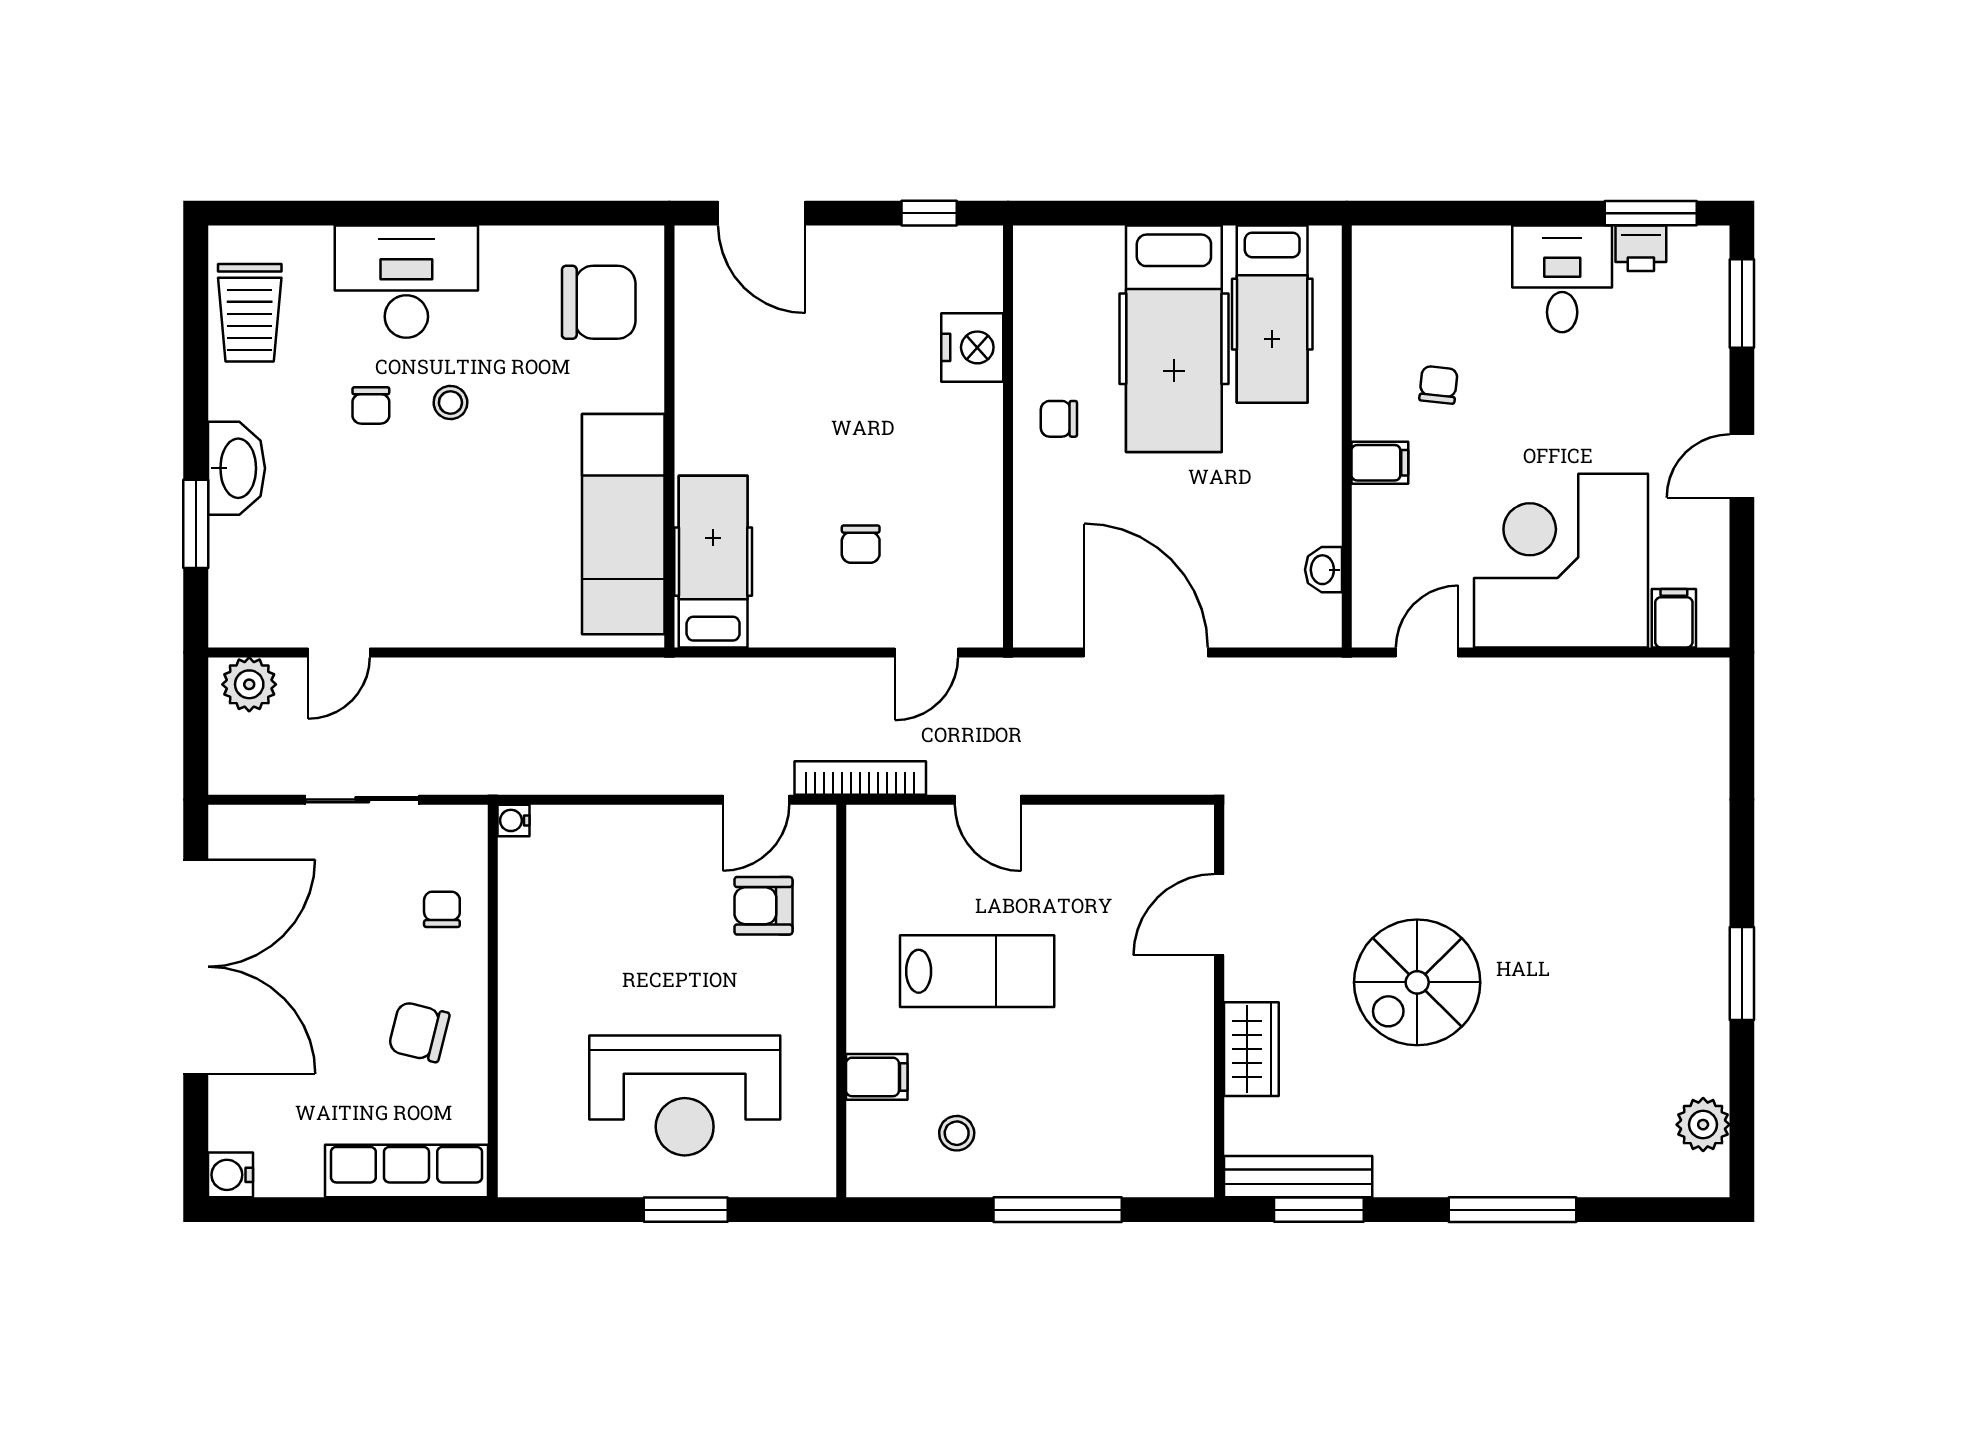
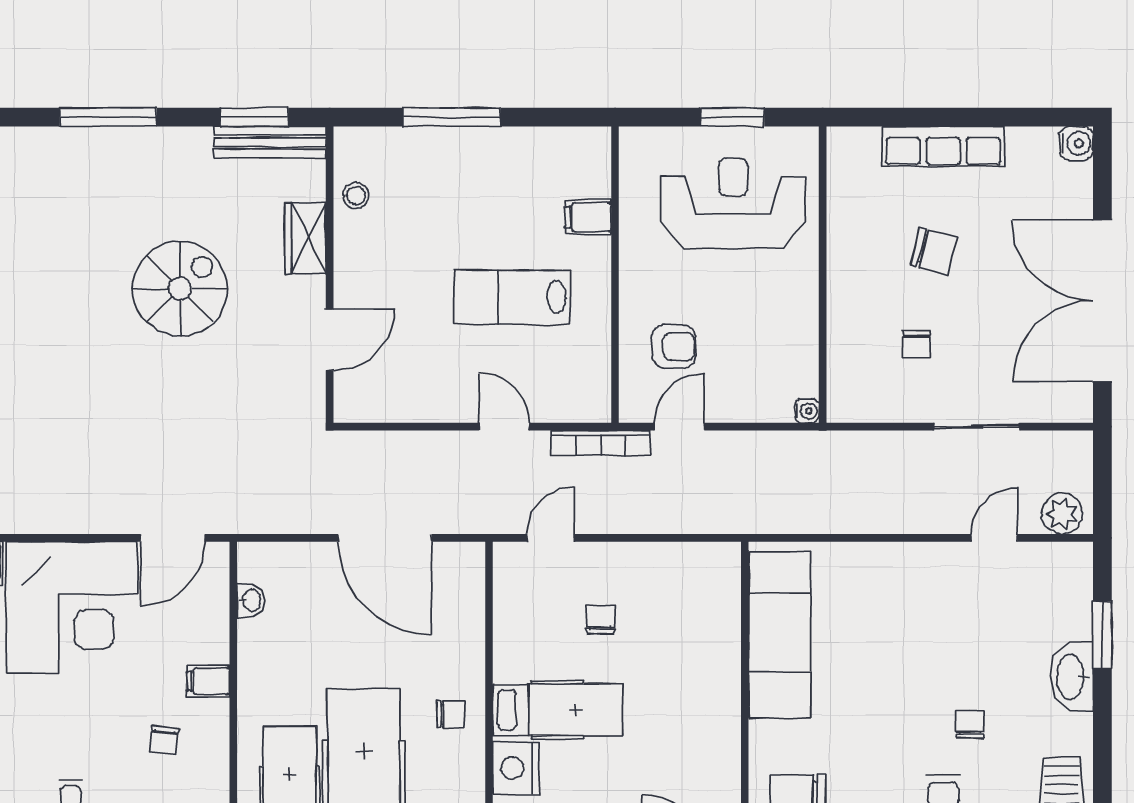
stool: (450, 403) -> (910, 727), removed
hospital bed: (713, 562) -> (558, 710), moved, turned -90
door: (1427, 652) -> (173, 538), width x1.38
water cooler: (513, 820) -> (807, 411), moved
wall: (493, 1001) -> (823, 275), moved
stool: (957, 1133) -> (356, 196), moved

